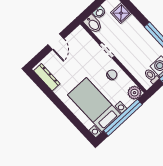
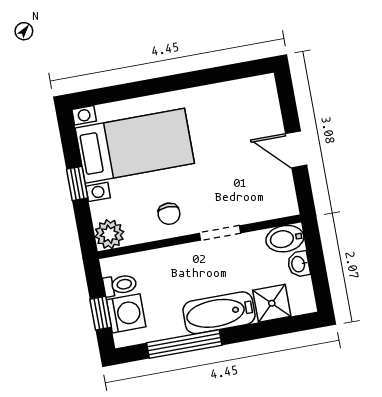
bathtub: (138, 31) -> (219, 313), added
dresser: (47, 77) -> (241, 91), removed
window: (123, 118) -> (77, 183), width x0.32

